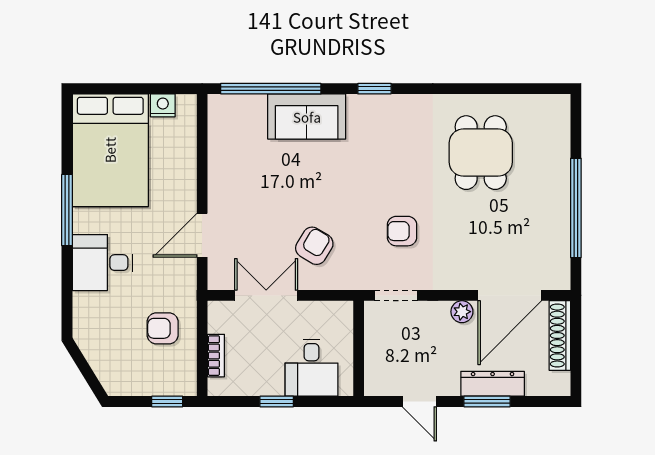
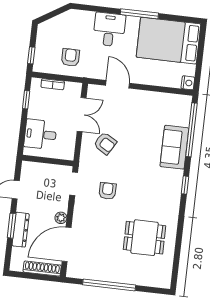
nightstand: (163, 105) -> (188, 83), moved
door: (510, 295) -> (67, 244), hinge flipped
window: (277, 401) -> (26, 100), moved

